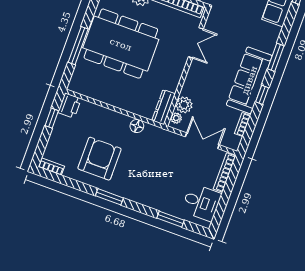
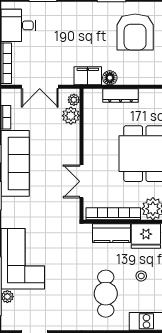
dresser: (164, 107) -> (121, 95), moved, turned 90
filing cabinet: (156, 135) -> (88, 76), added

